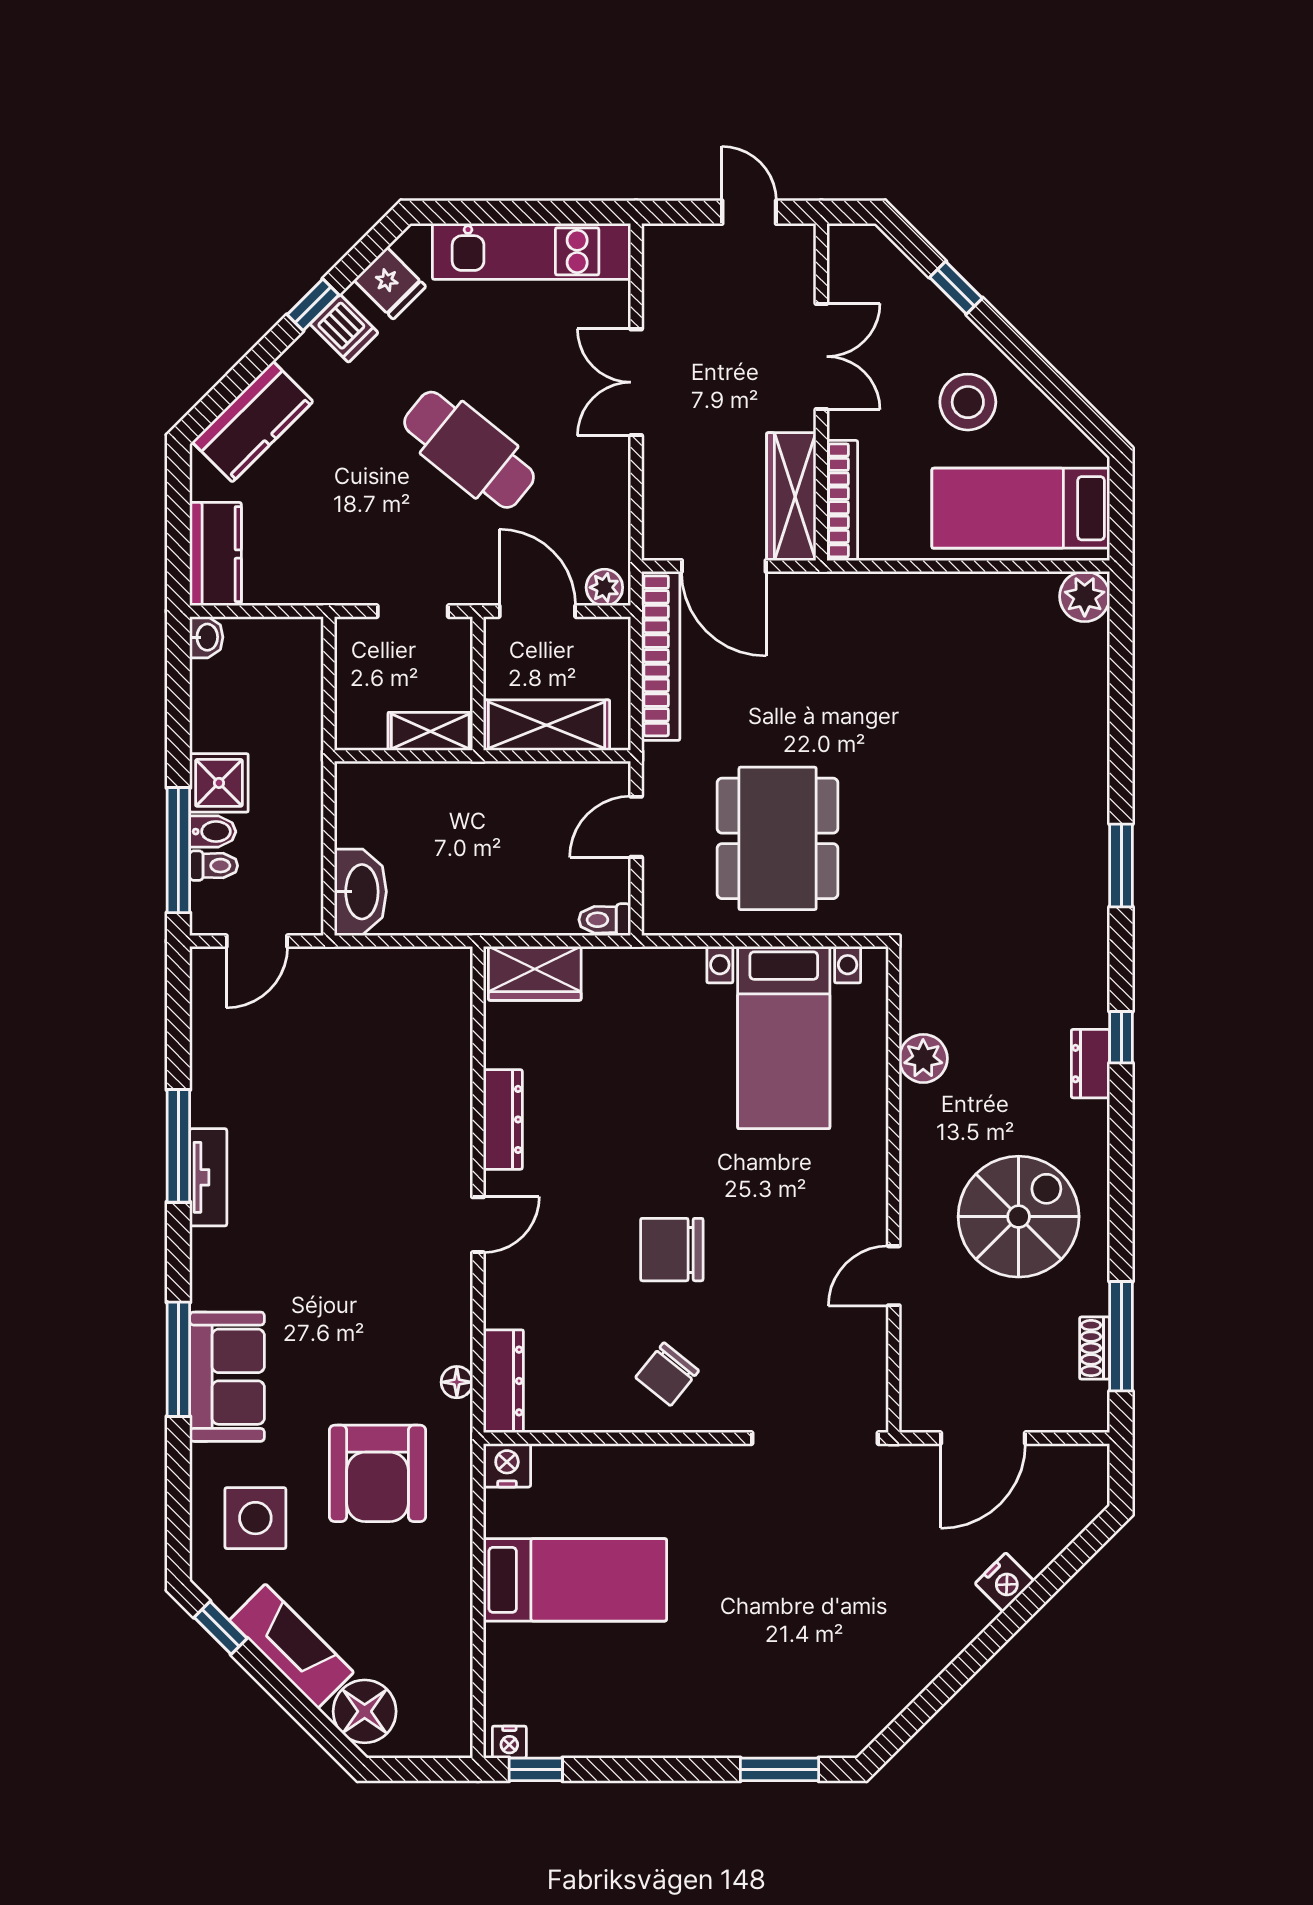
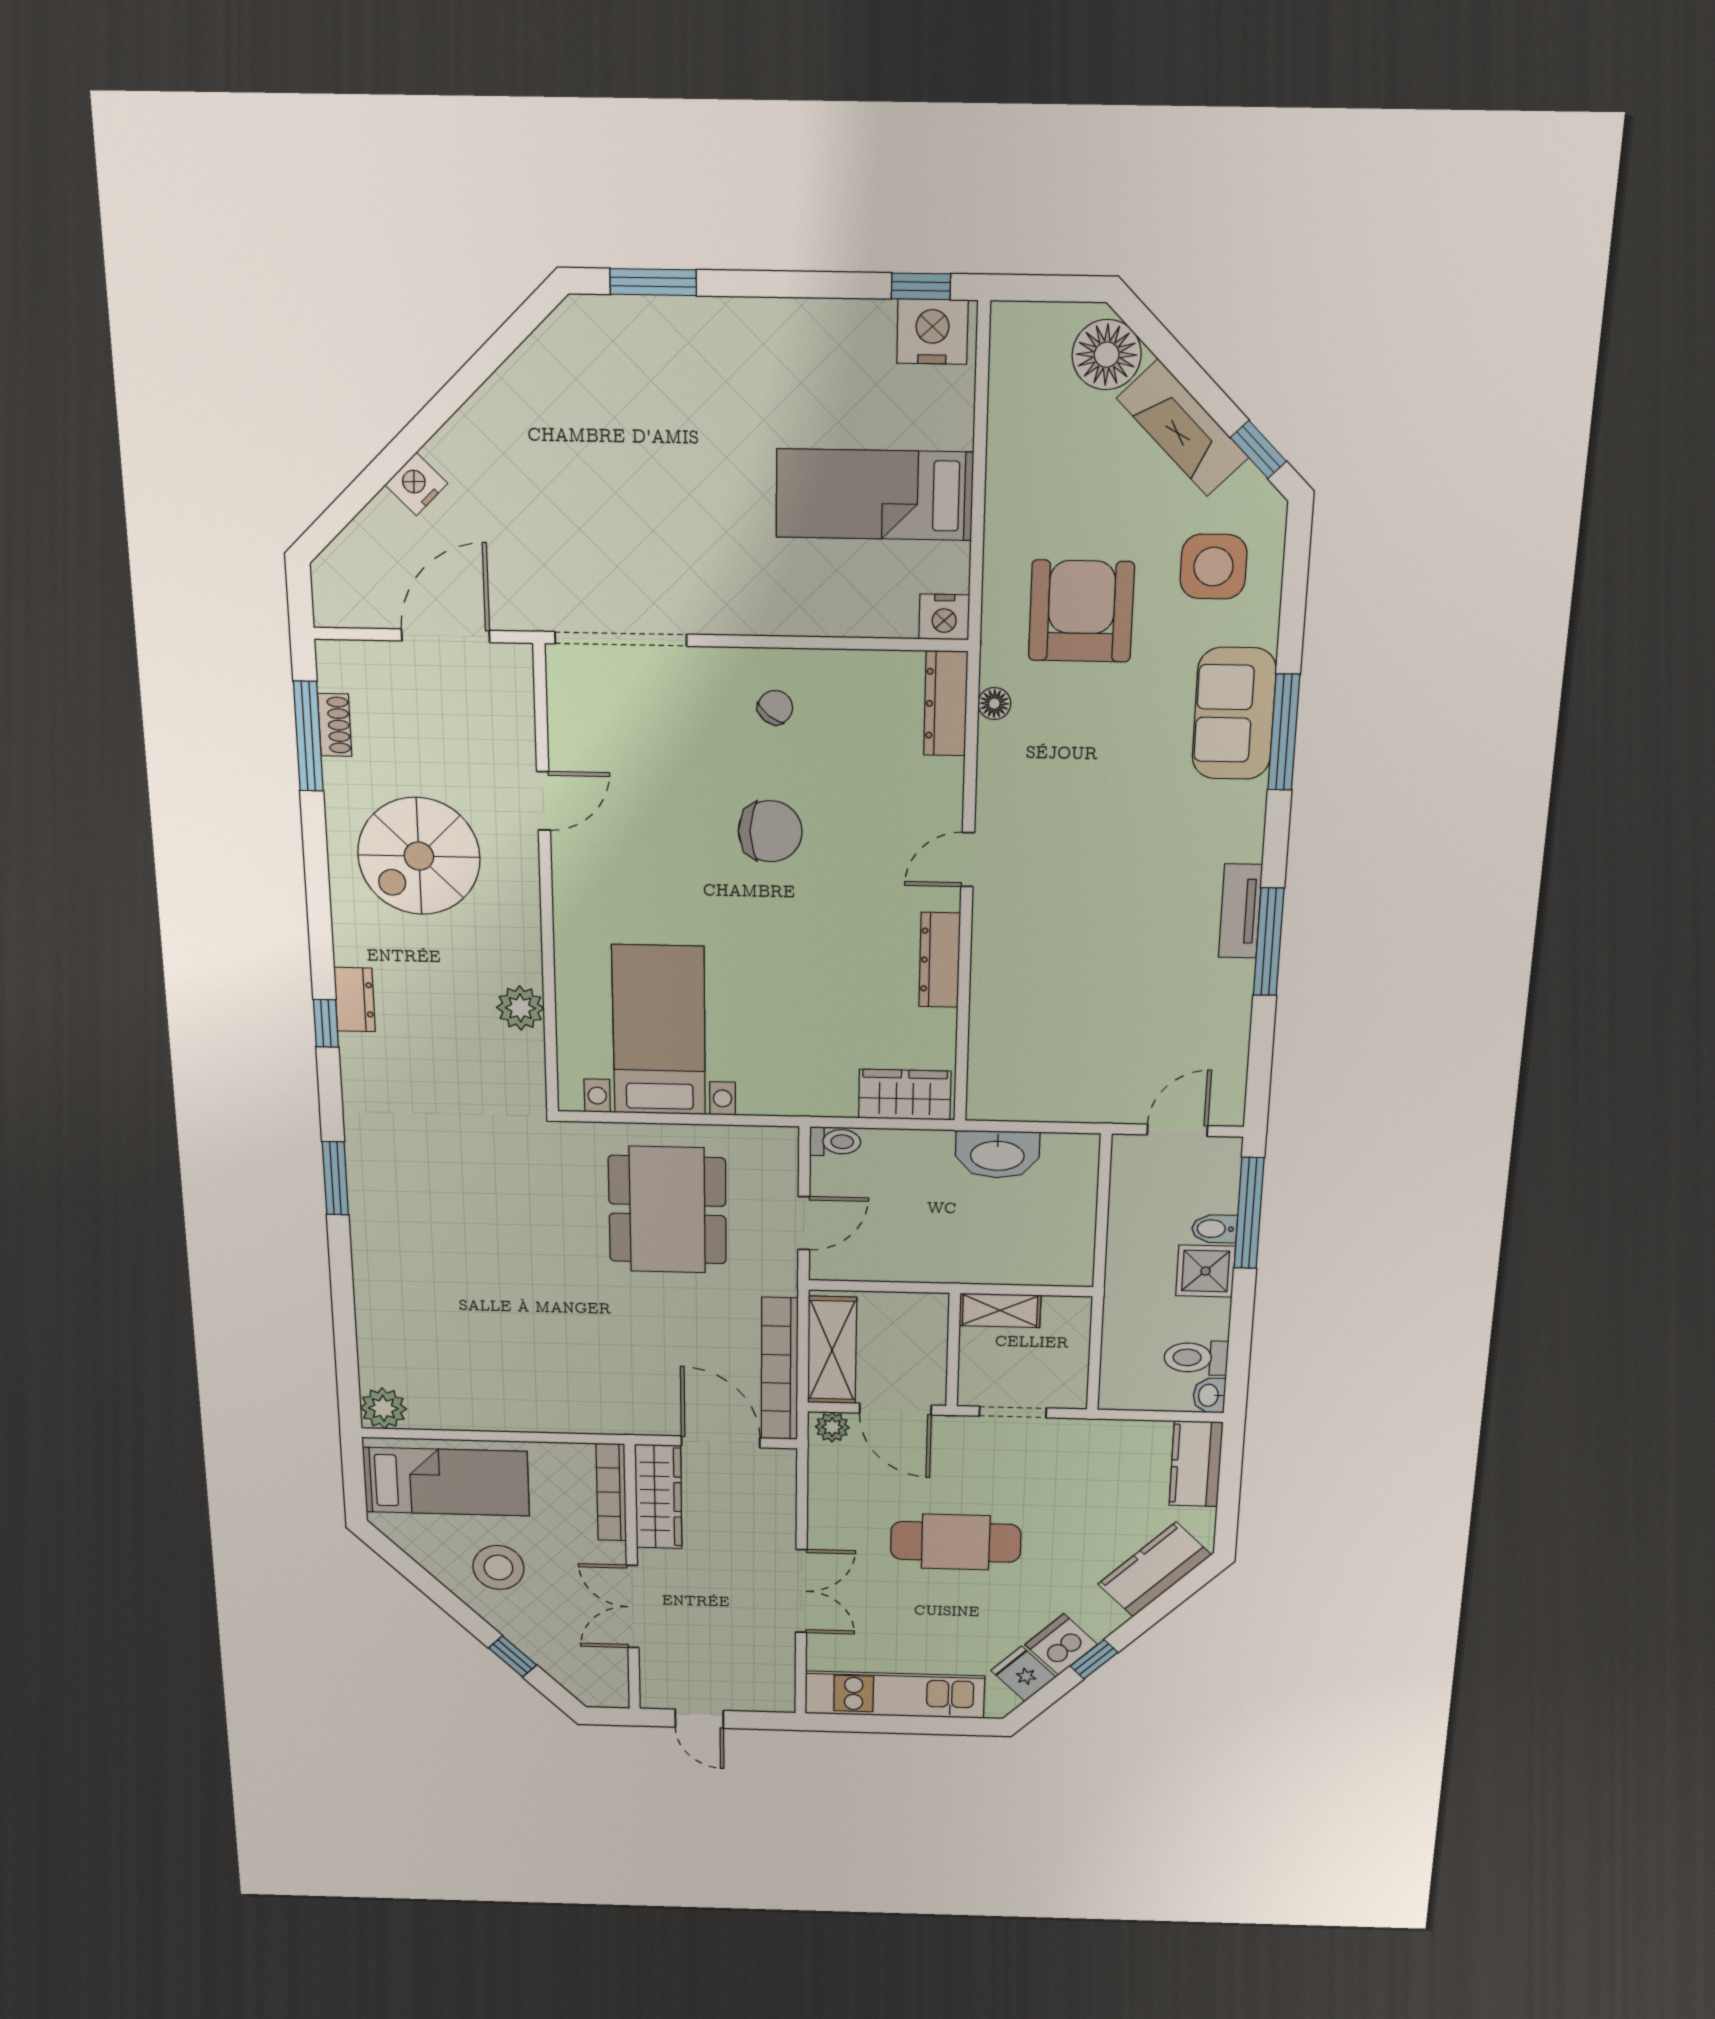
dishwasher: (344, 328) -> (1061, 1644), width x1.38
cafe table: (469, 450) -> (956, 1542), turned -39
shelving: (546, 725) -> (832, 1350), moved, turned 90
toilet: (214, 866) -> (1196, 1358), moved, width x1.37, depth x1.39
washbasin: (360, 892) -> (997, 1154), moved, turned -90
chair: (667, 1374) -> (775, 707), width x0.73, depth x0.73
nightstand: (509, 1742) -> (932, 332), width x1.89, depth x1.79

